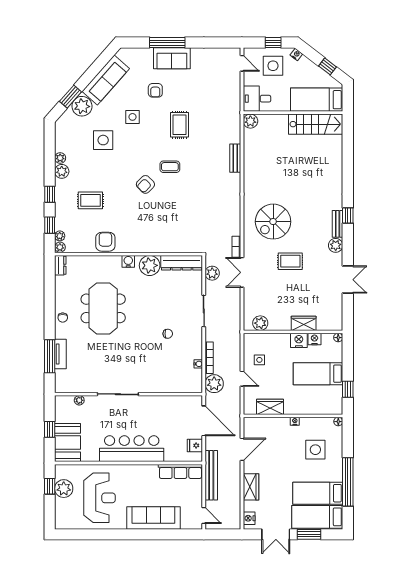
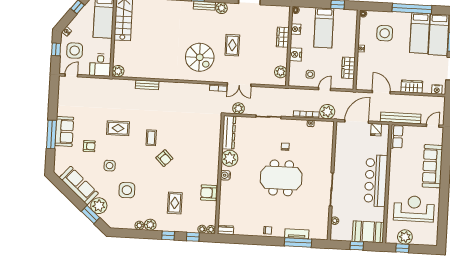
meeting table: (103, 308) -> (281, 178), moved
nightstand: (299, 340) -> (296, 54), moved
row of seats: (180, 471) -> (397, 137), width x0.68

